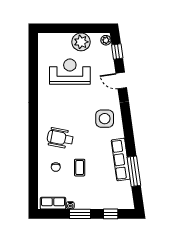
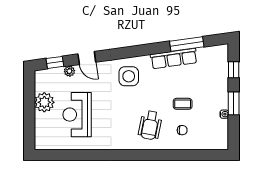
plant: (106, 40) -> (69, 71), moved
door: (121, 80) -> (87, 58), hinge flipped
row of seats: (53, 203) -> (222, 133), removed

